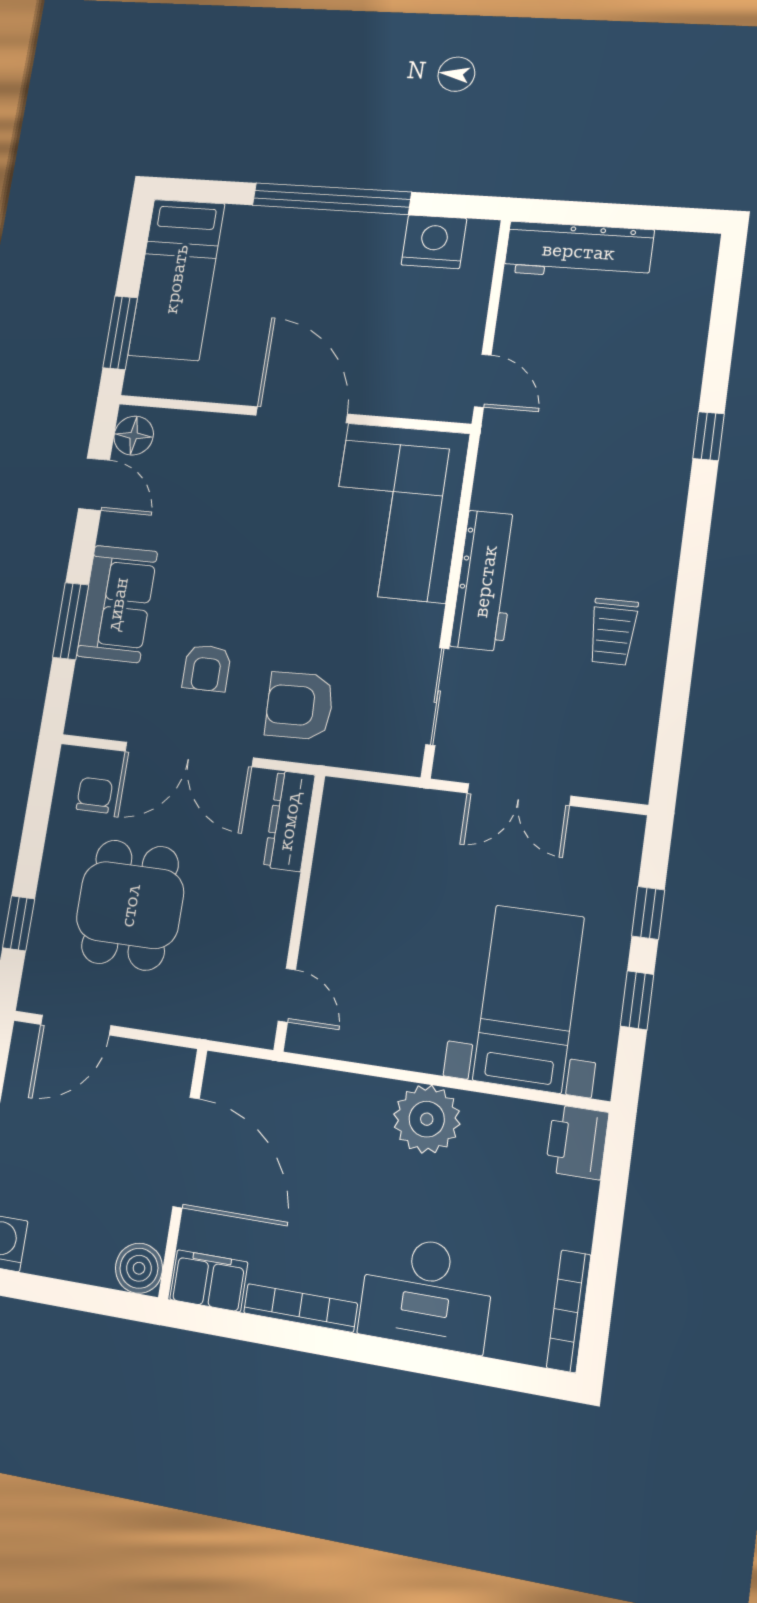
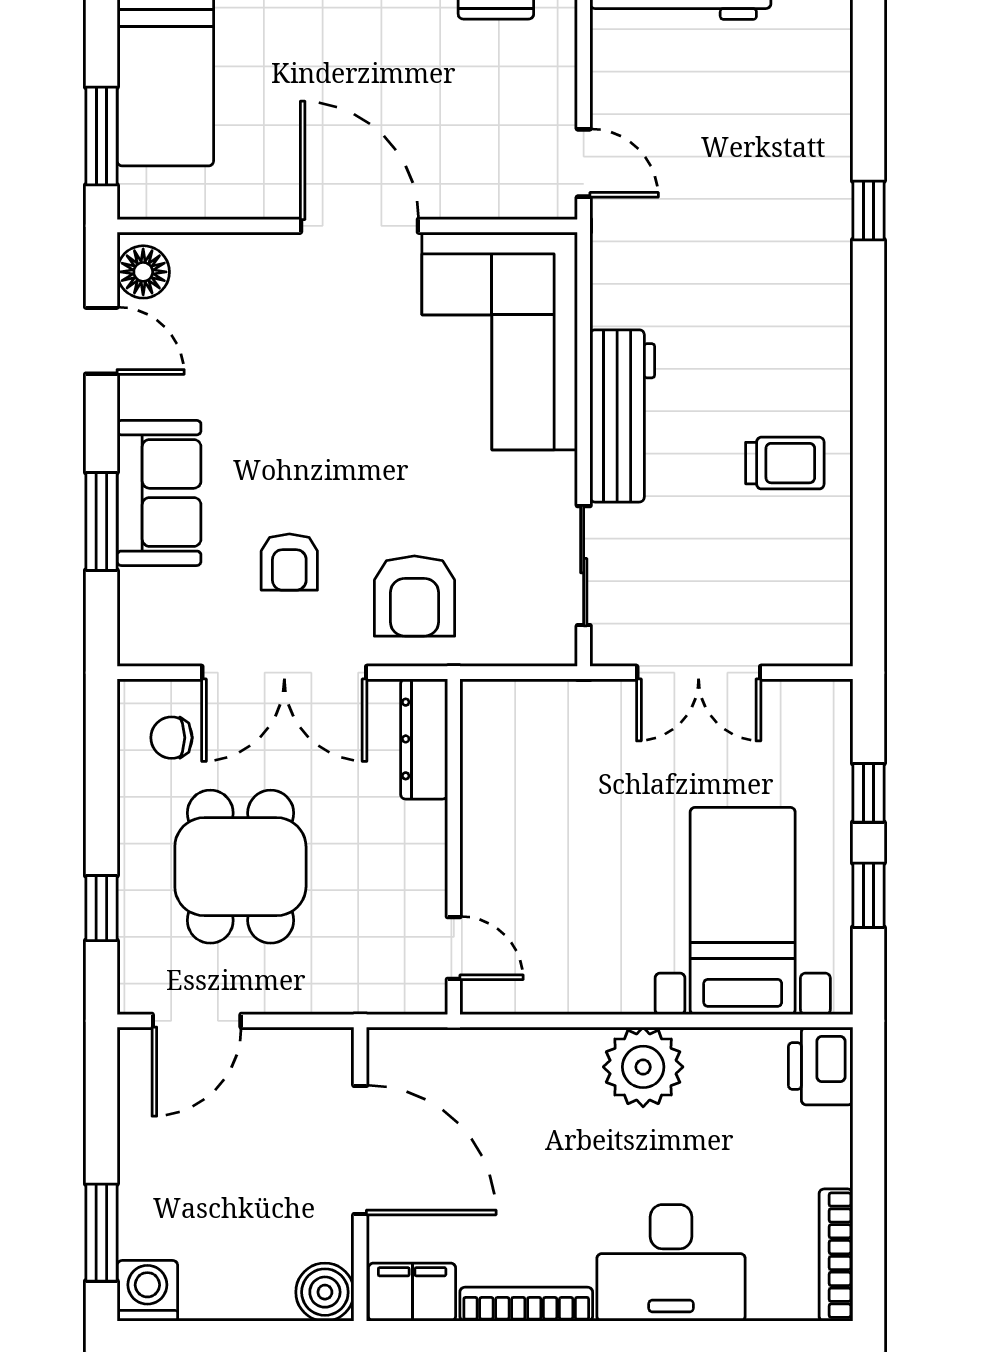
trolley: (613, 632) -> (785, 463), turned -90
armchair: (299, 706) -> (414, 596), turned -88
chair: (95, 795) -> (172, 738), turned -90

